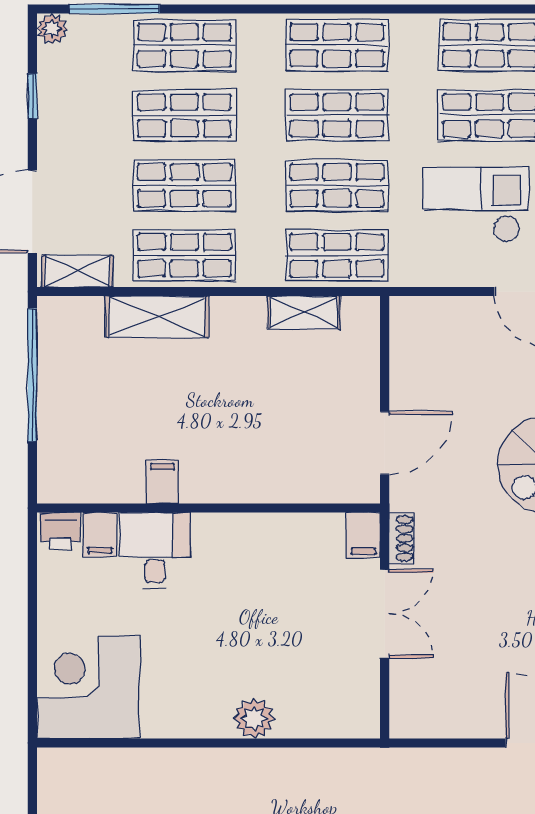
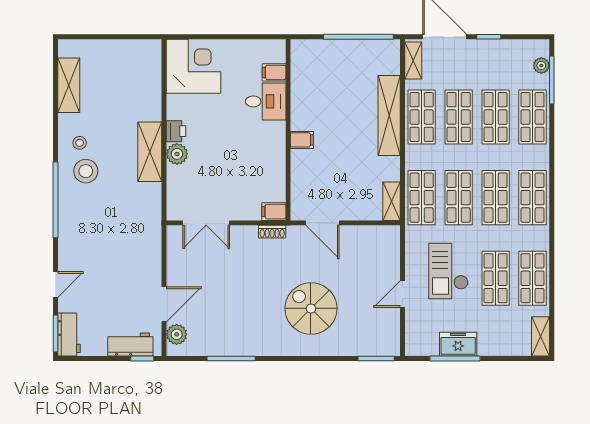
plant: (52, 29) -> (541, 65), moved
window: (32, 96) -> (489, 37), moved
checkout: (476, 205) -> (448, 271), turned 180
shelving: (304, 312) -> (391, 201), moved
shelving: (157, 317) -> (389, 115), width x1.47
filing cabinet: (163, 482) -> (302, 140), moved
printer: (60, 531) -> (176, 131), moved, turned 180
double door: (385, 614) -> (206, 223), moved
shelving: (250, 770) -> (150, 152), added

